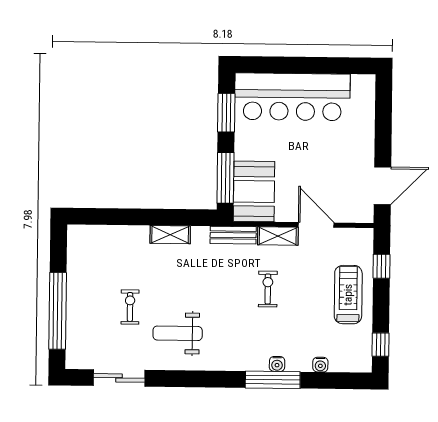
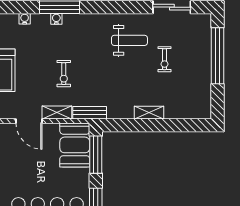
shelving: (170, 235) -> (149, 113), moved

